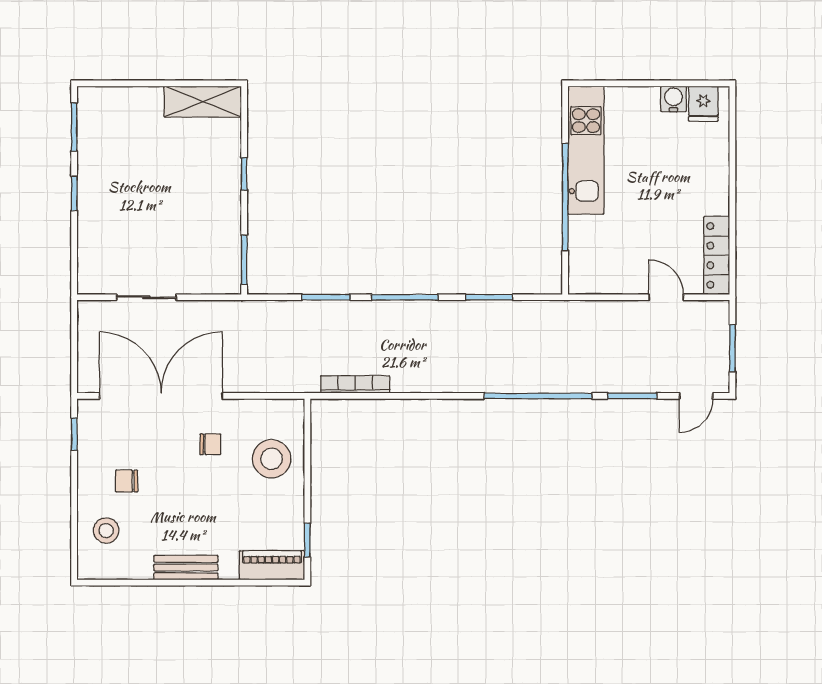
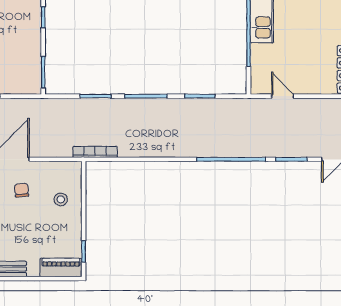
door: (666, 297) -> (283, 96), moved
bookcase: (355, 384) -> (95, 152), moved
chair: (210, 444) -> (22, 190), turned -95
stool: (272, 459) -> (61, 199), width x0.53, depth x0.53

